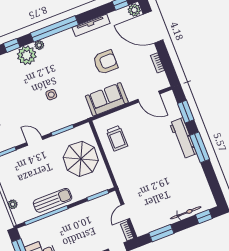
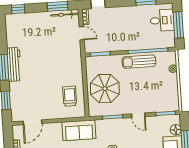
door: (149, 97) -> (33, 122), swing flipped
sofa: (107, 99) -> (79, 130), moved
workbench: (183, 138) -> (14, 64), moved
door: (125, 212) -> (82, 33), hinge flipped
bicycle: (186, 213) -> (65, 15), moved

